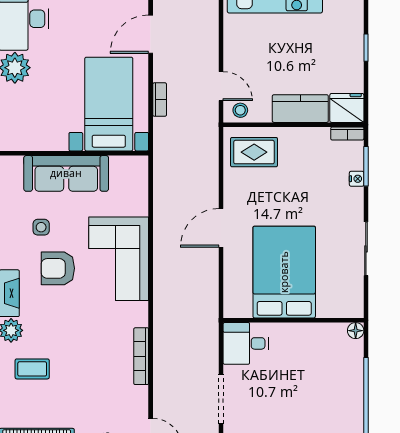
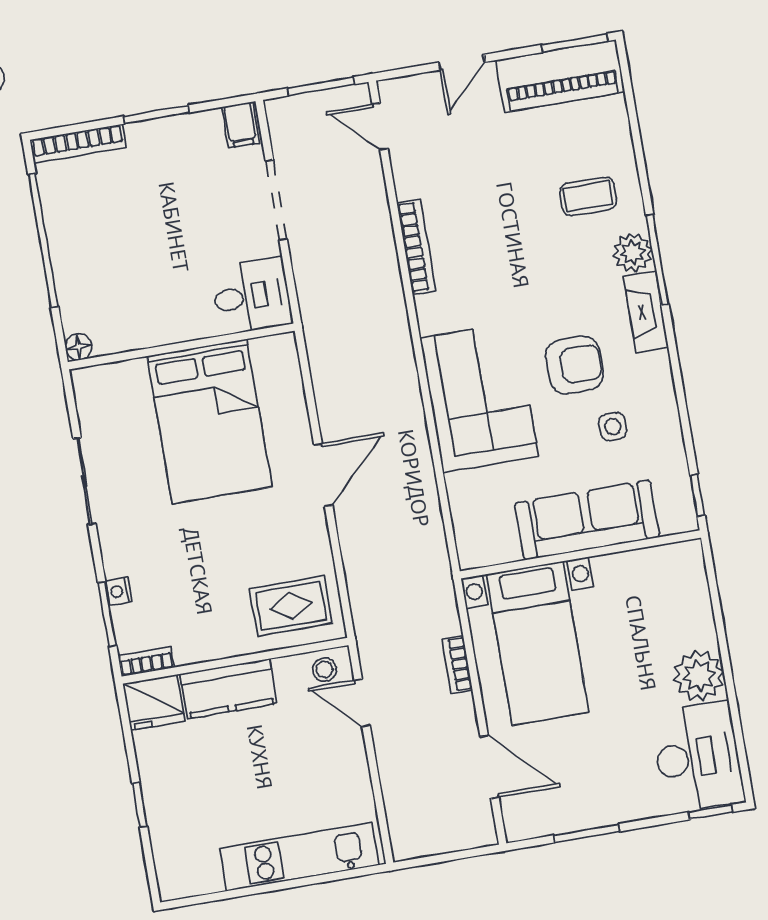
door: (151, 34) -> (489, 767), hinge flipped

